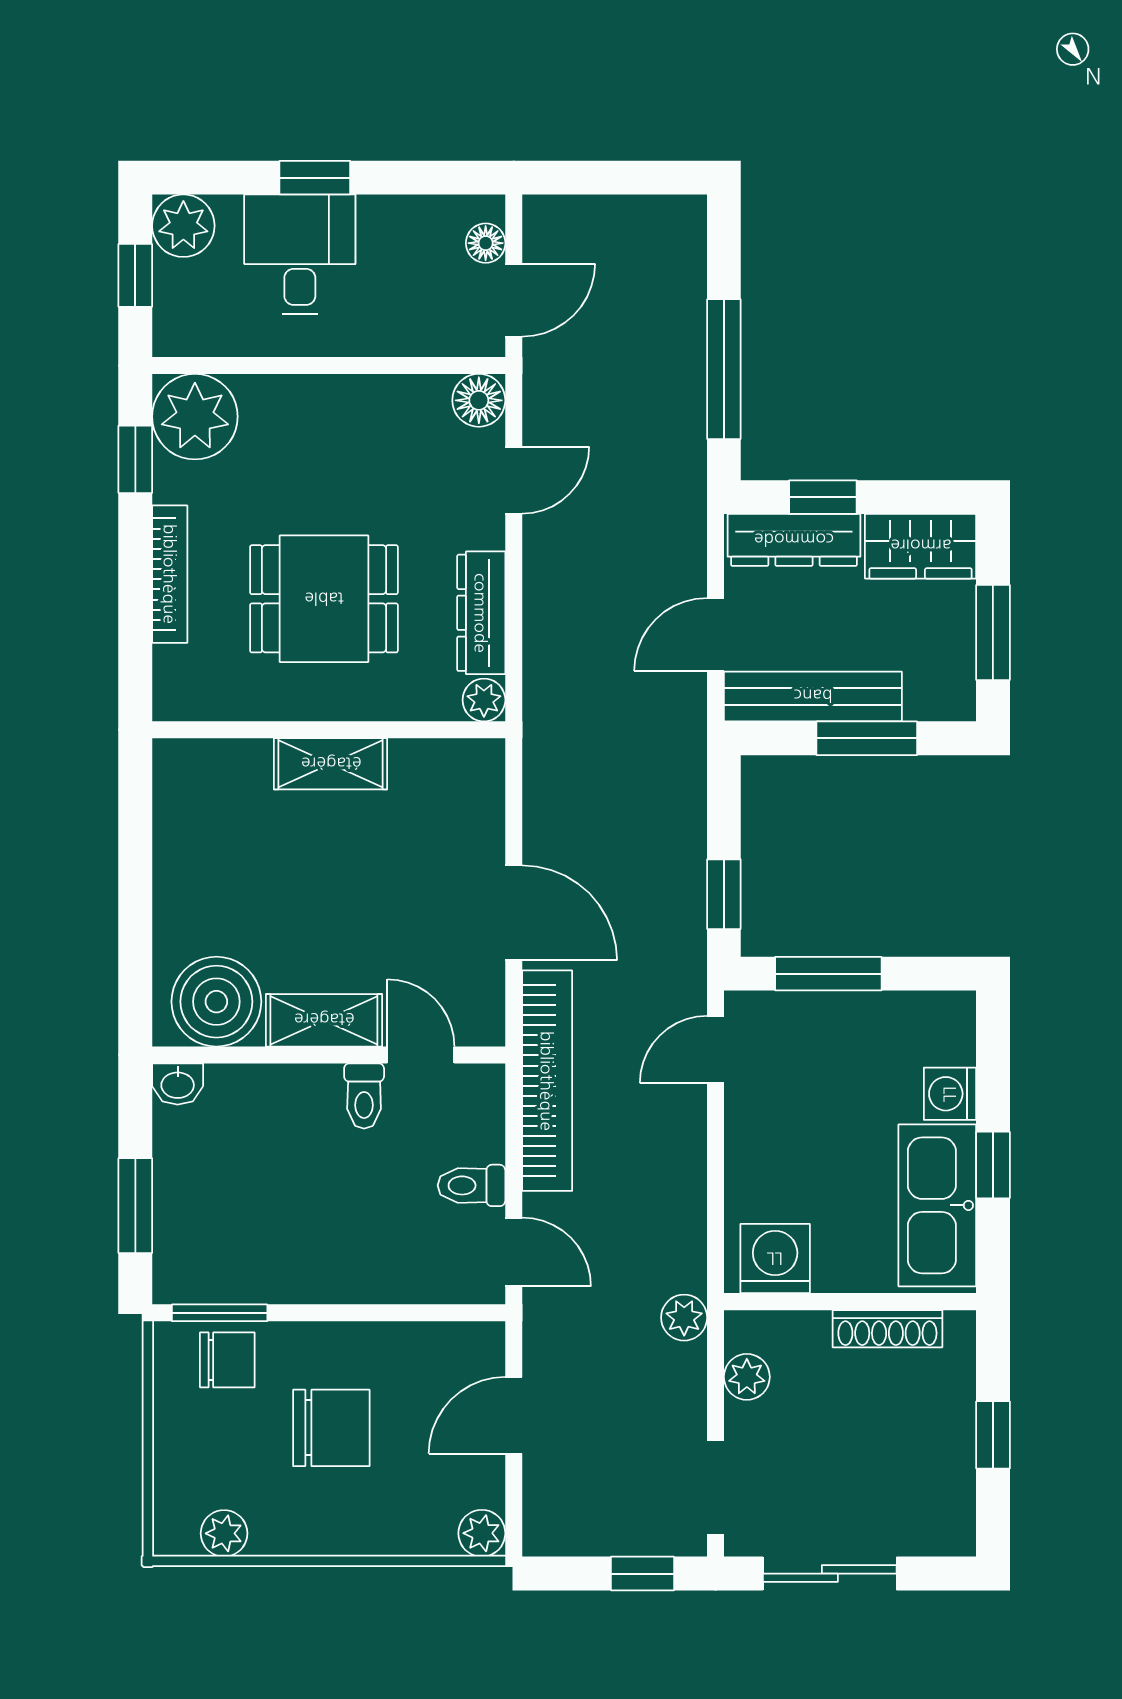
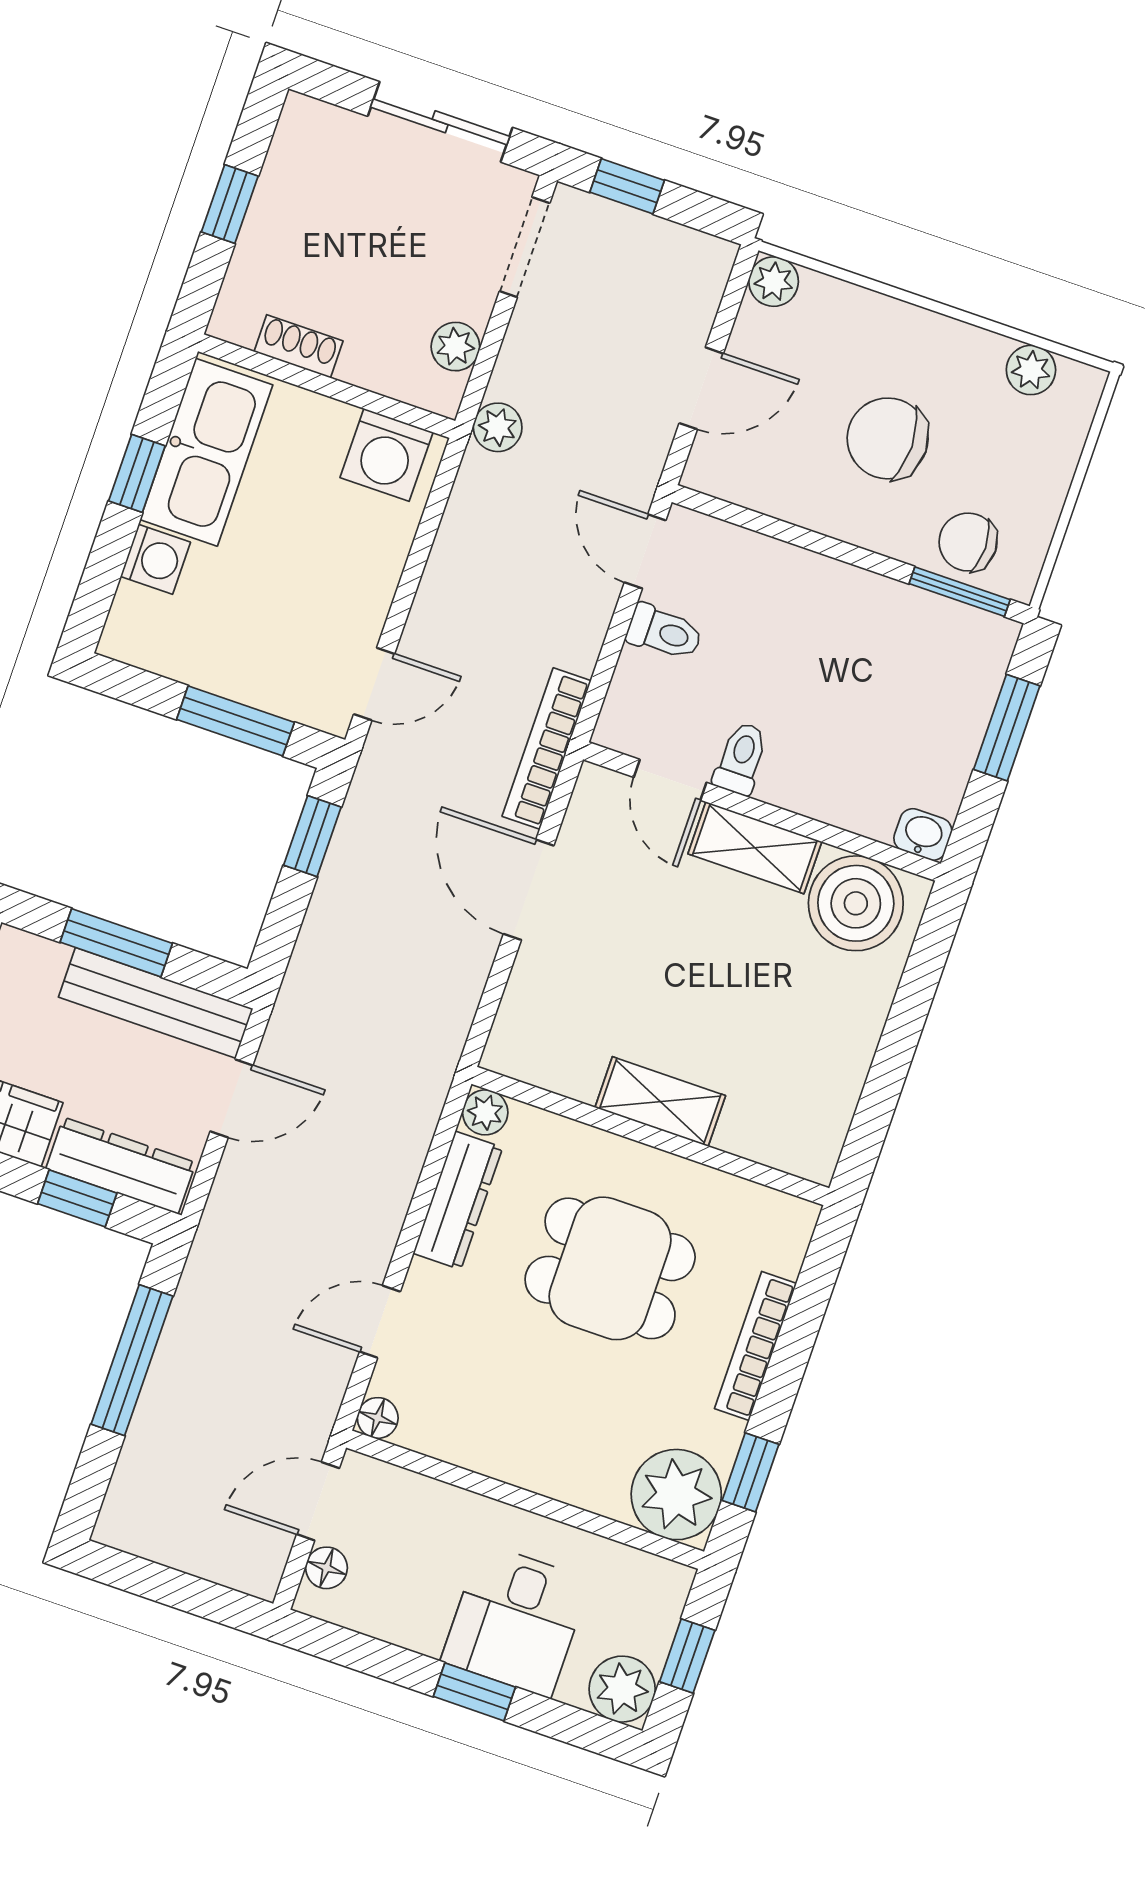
floor lamp: (479, 400) -> (378, 1418), width x0.73, depth x0.73
bookcase: (547, 1081) -> (547, 749), width x0.68, depth x0.76
shoe rack: (887, 1329) -> (298, 346), width x0.70

